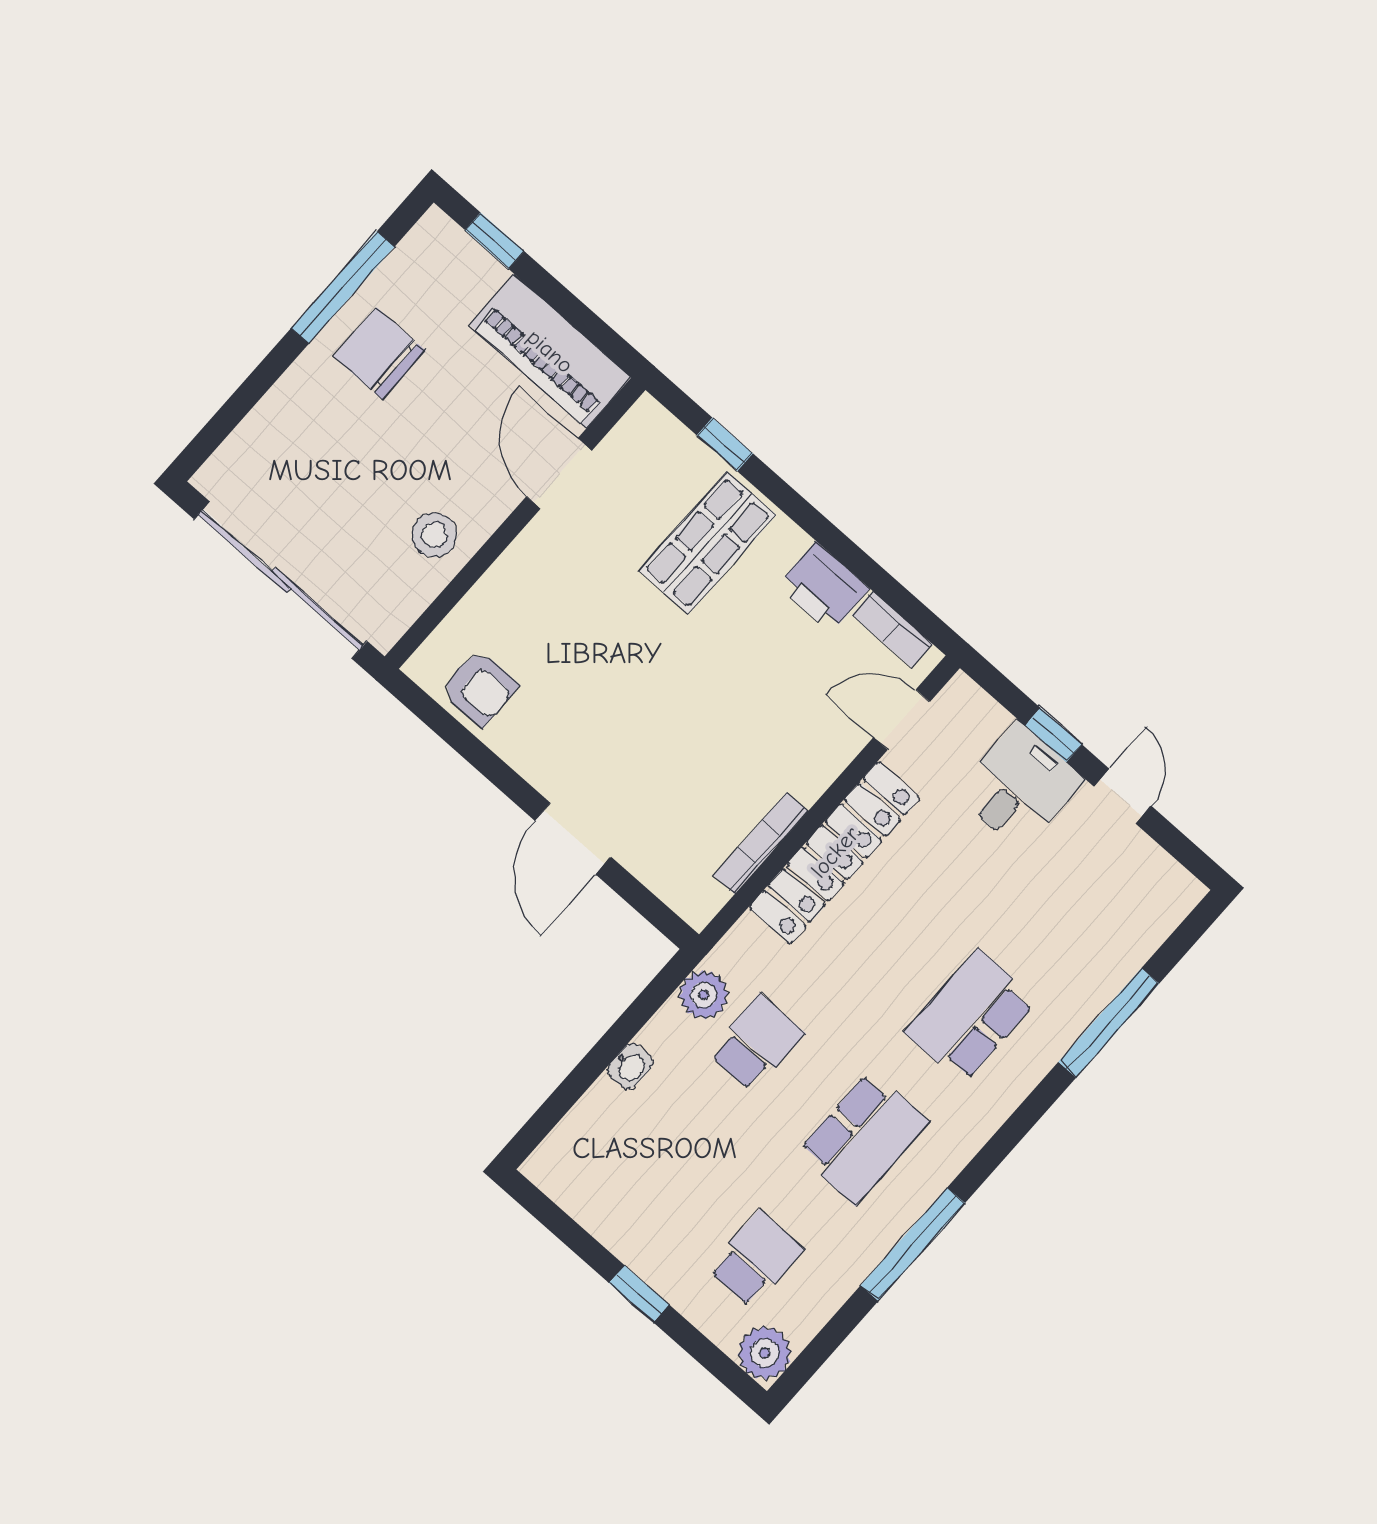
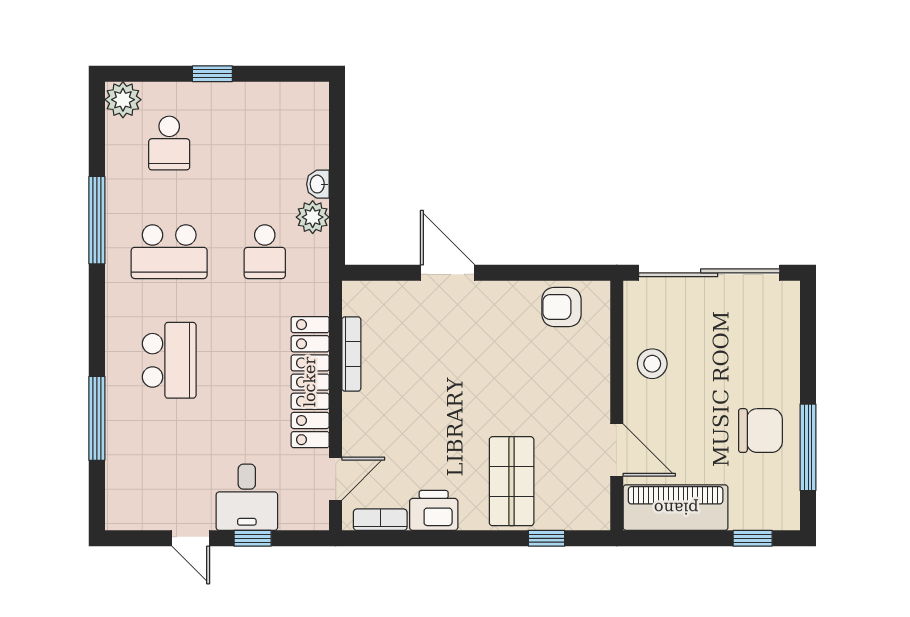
plant: (704, 995) -> (313, 217), moved
school desk: (863, 1138) -> (169, 252), turned -90

